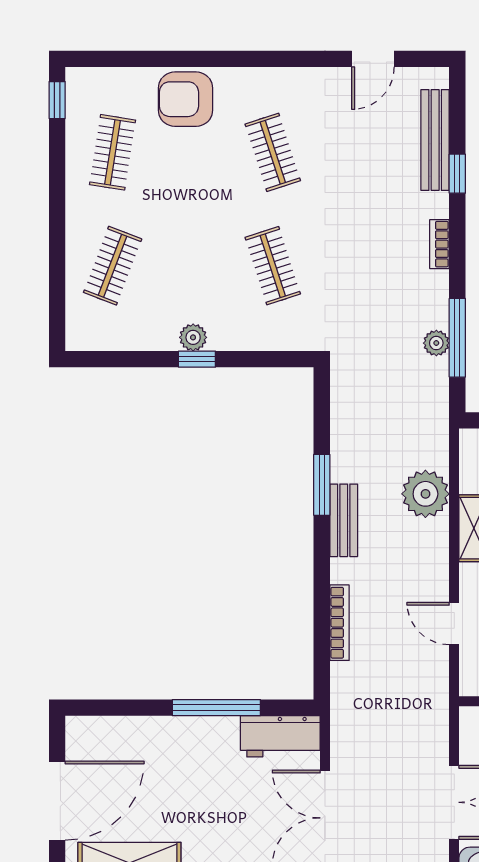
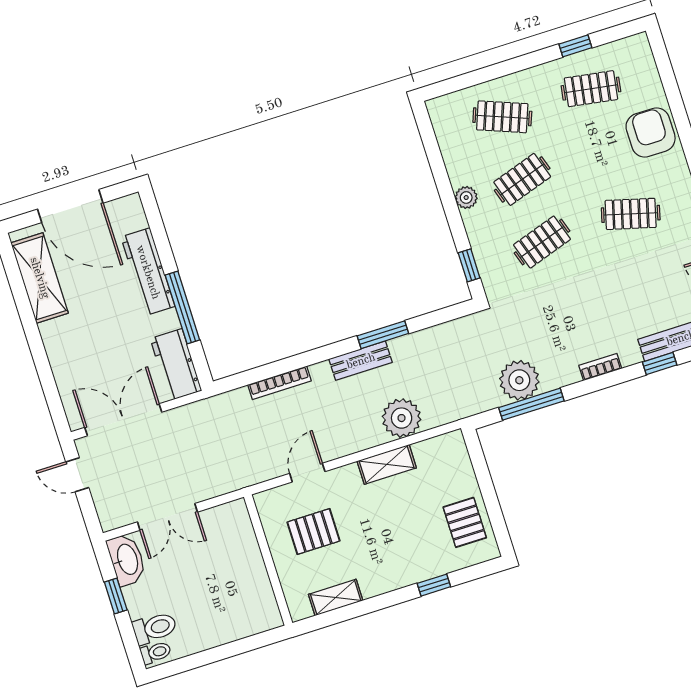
window: (57, 100) -> (575, 46), moved
clothes rail: (273, 152) -> (631, 214), turned 33
clothes rail: (193, 266) -> (522, 179), added
plant: (436, 343) -> (519, 380), width x1.88, depth x1.88
window: (197, 359) -> (469, 265), moved
workbench: (162, 735) -> (148, 272), added

